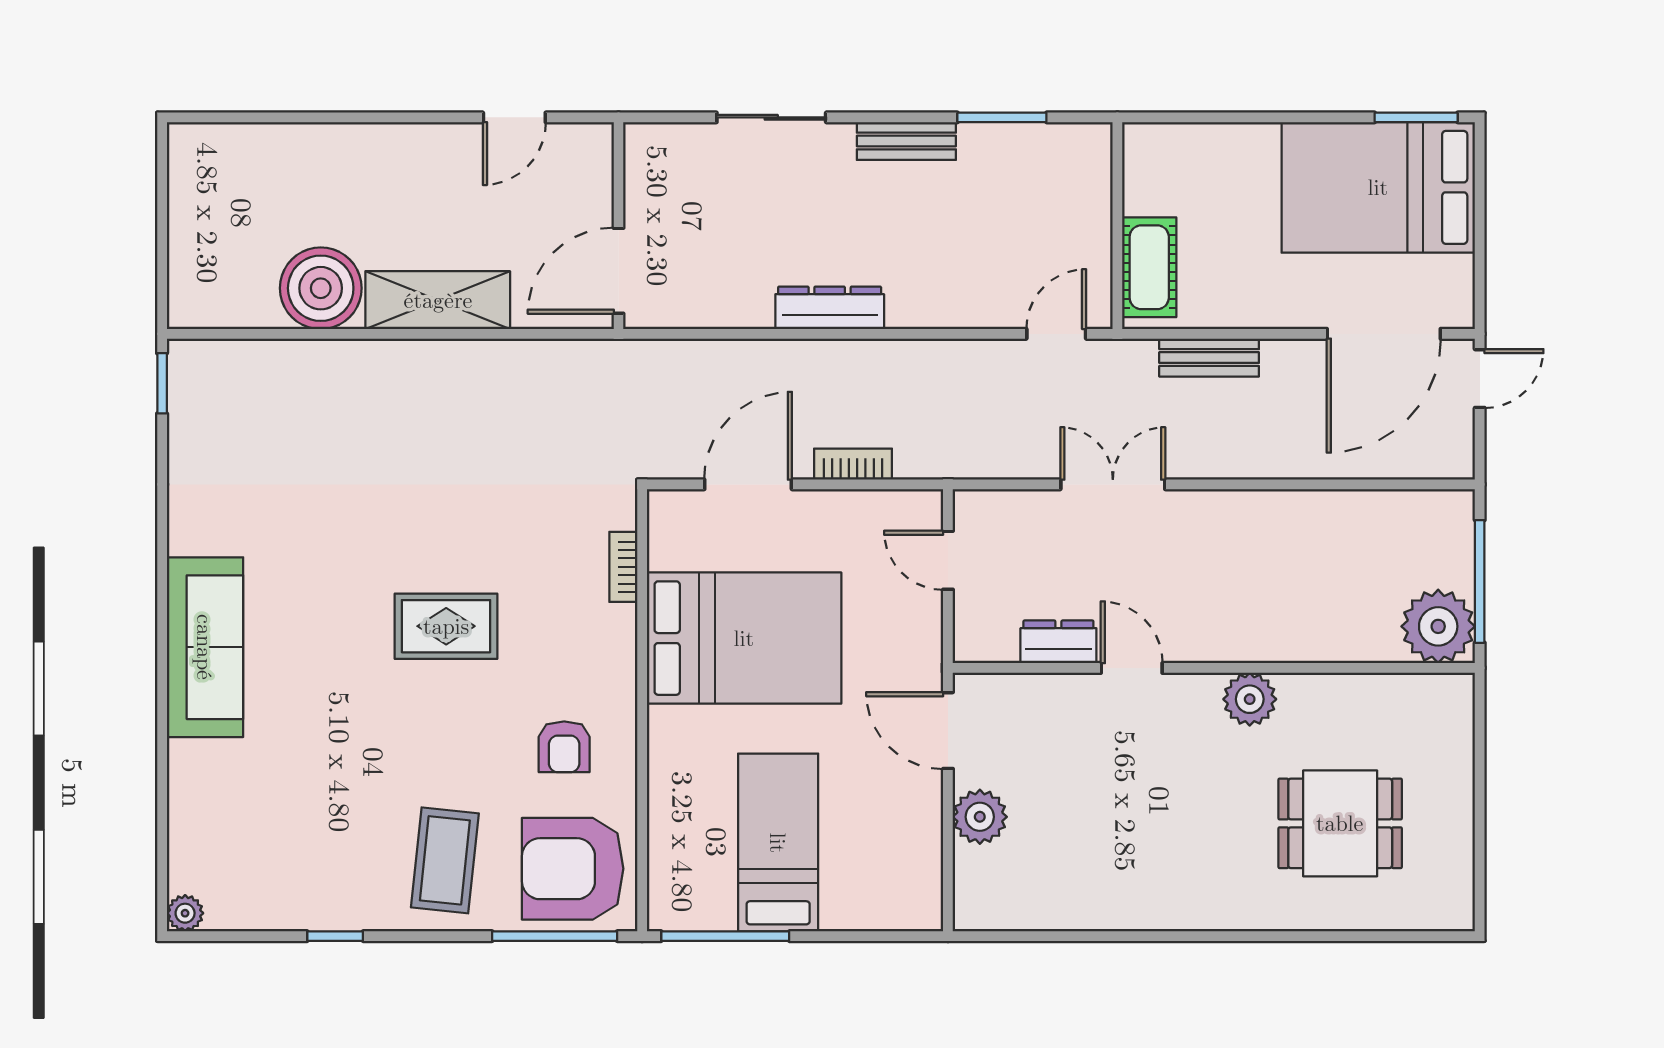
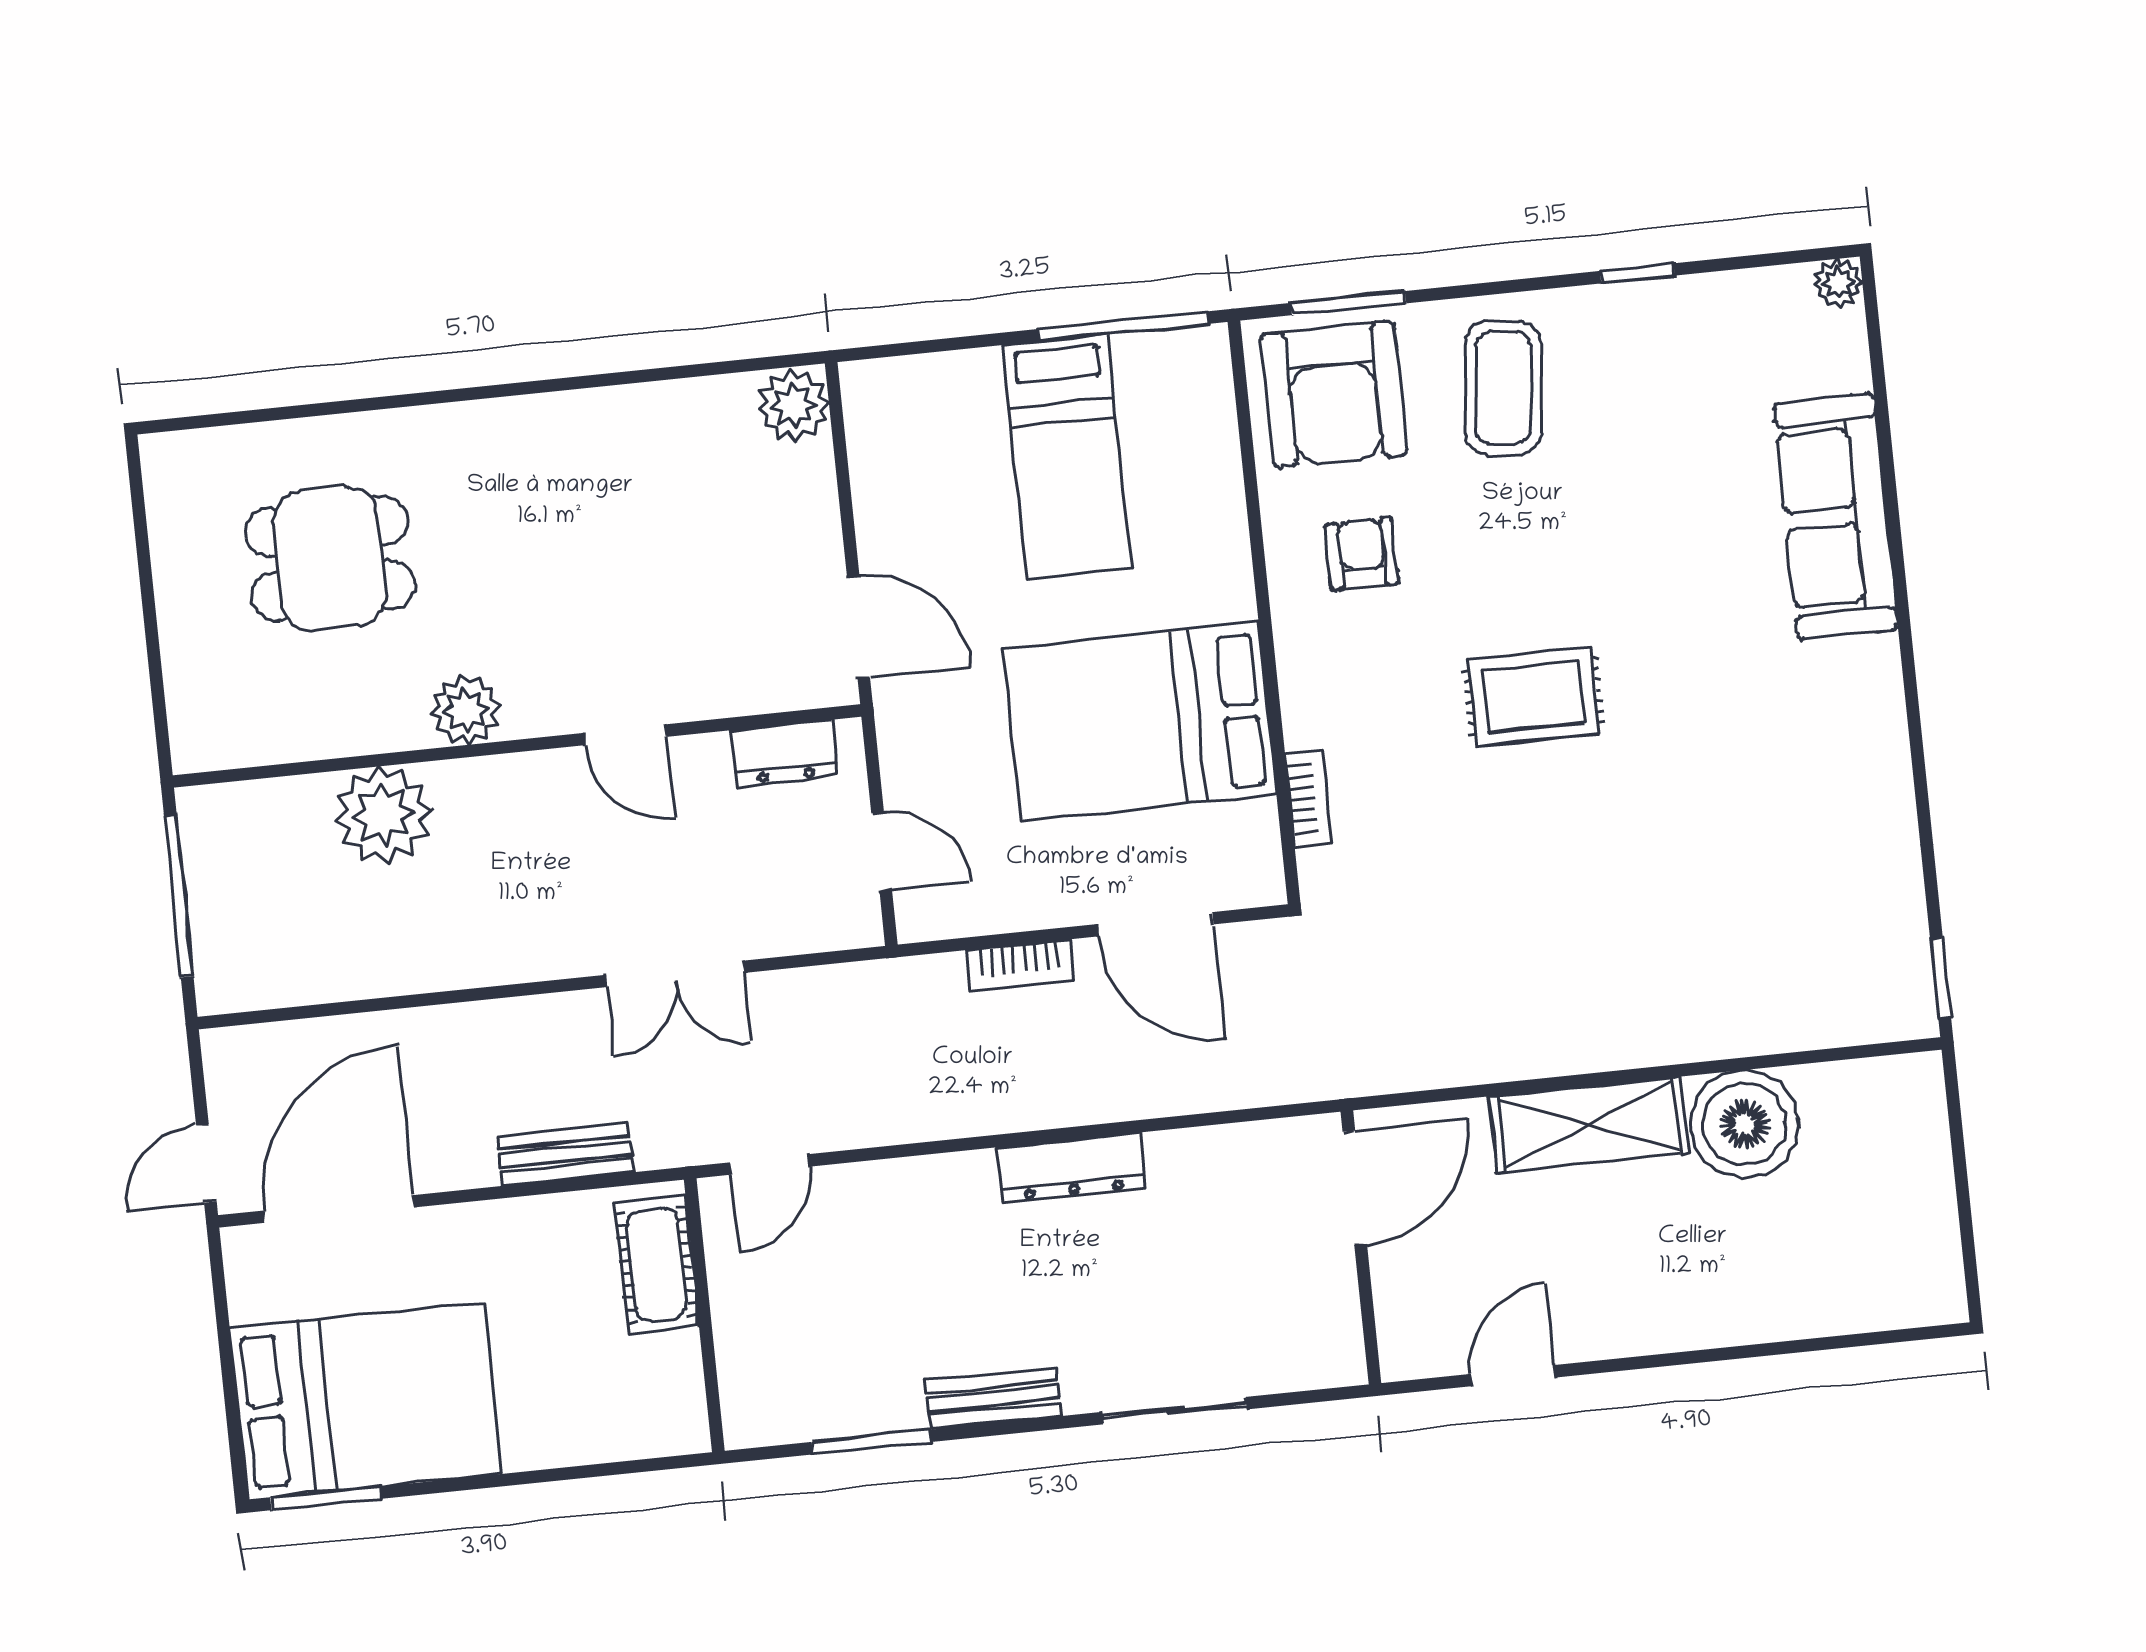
door: (748, 484) -> (1155, 924), hinge flipped
plant: (1438, 626) -> (383, 815), moved
dresser: (1058, 642) -> (784, 753), moved
sofa: (205, 647) -> (1836, 517), moved
plant: (980, 817) -> (793, 406), moved
armchair: (573, 869) -> (1334, 394), turned 90
window: (555, 936) -> (1348, 303), width x0.69

